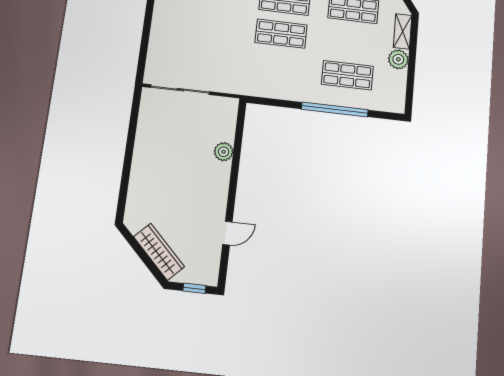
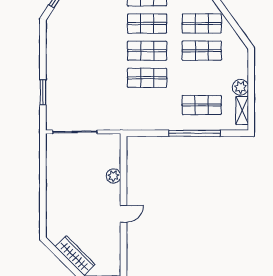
shelving: (403, 31) -> (242, 110), moved
window: (146, 36) -> (43, 92), added
door: (227, 233) -> (123, 214), moved

